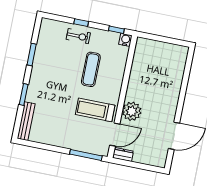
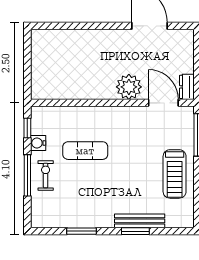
window: (81, 23) -> (27, 175), width x2.17
water cooler: (125, 40) -> (38, 143), moved
treadmill: (95, 110) -> (175, 174), moved
bench: (26, 121) -> (140, 221), moved

